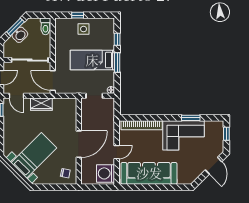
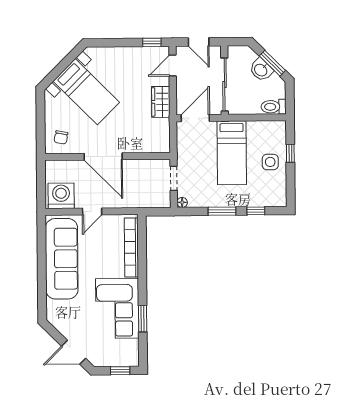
bed: (92, 60) -> (232, 153), moved, turned 180
door: (117, 152) -> (92, 212), hinge flipped

